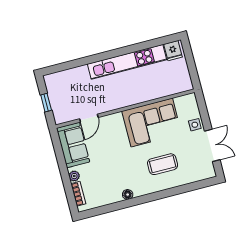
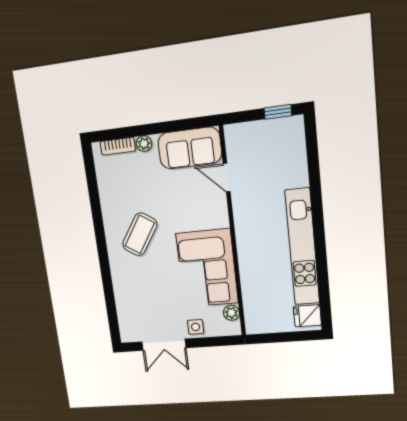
plant: (180, 101) -> (231, 313), added
window: (46, 103) -> (278, 112), moved
coffee table: (163, 164) -> (140, 234), moved, turned 33
floor lamp: (128, 195) -> (109, 218), removed

